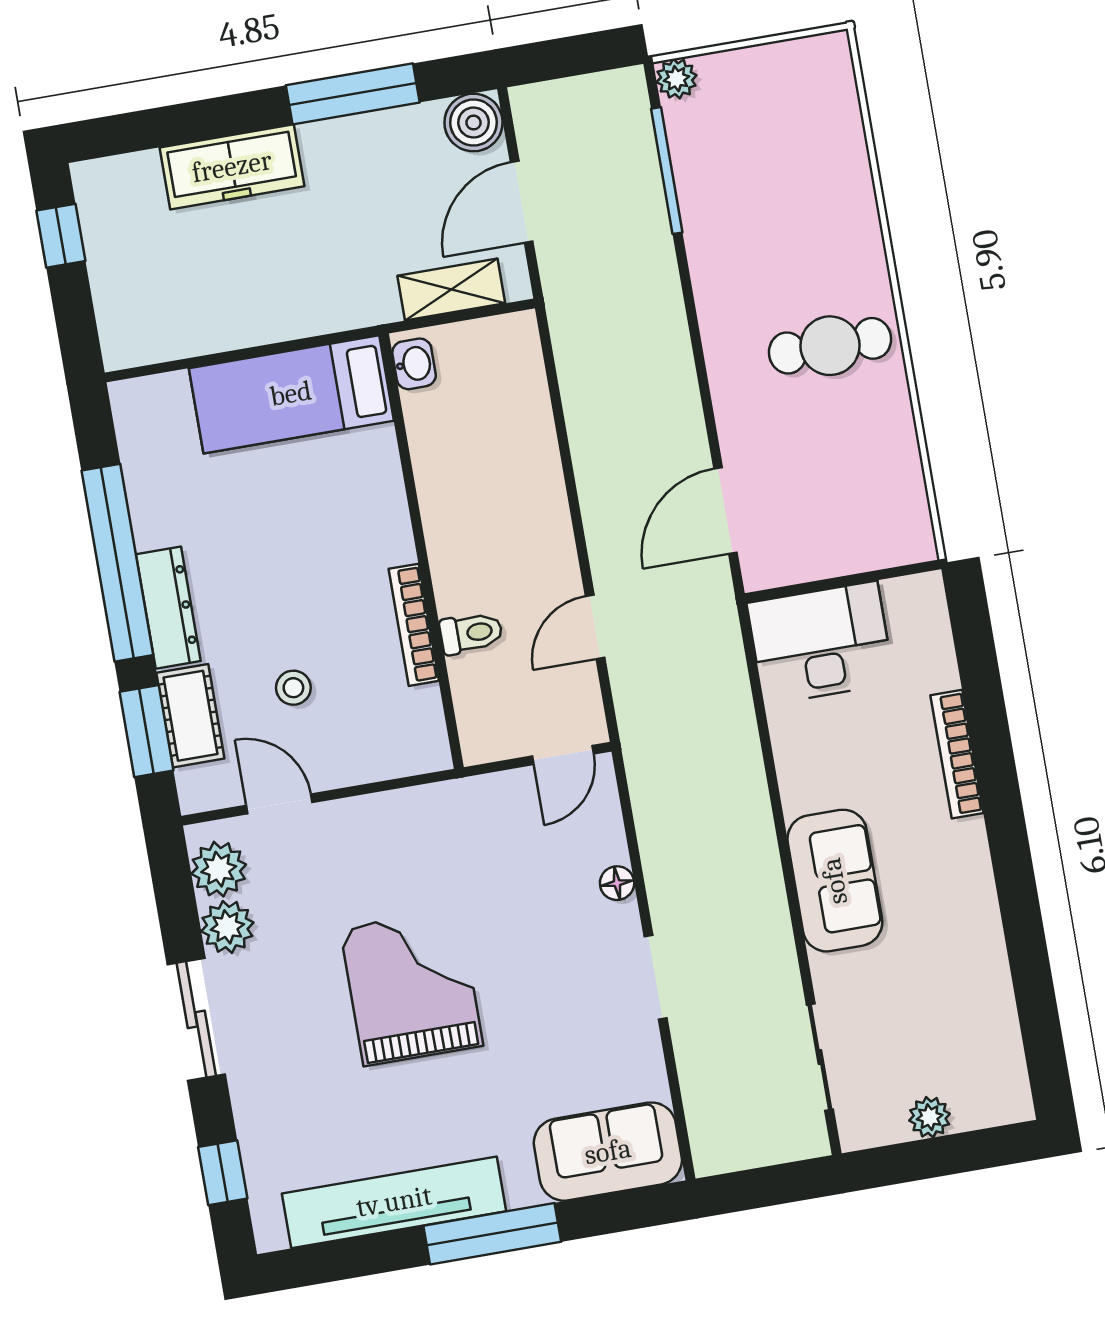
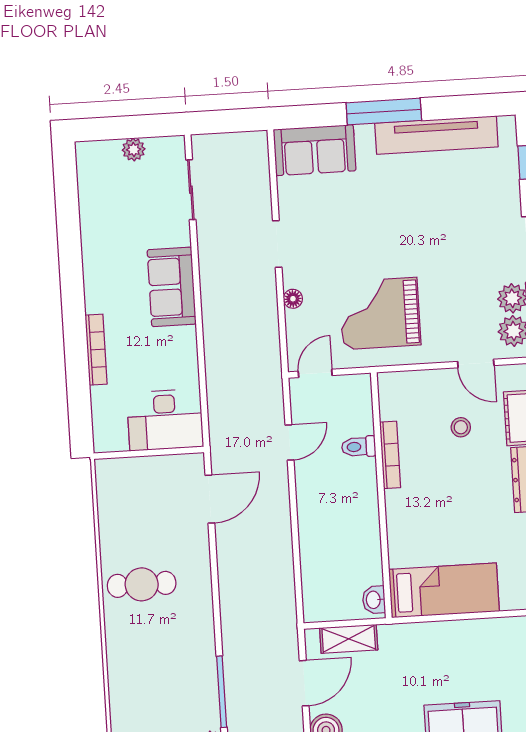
grand piano: (412, 987) -> (380, 313), moved, turned 90

